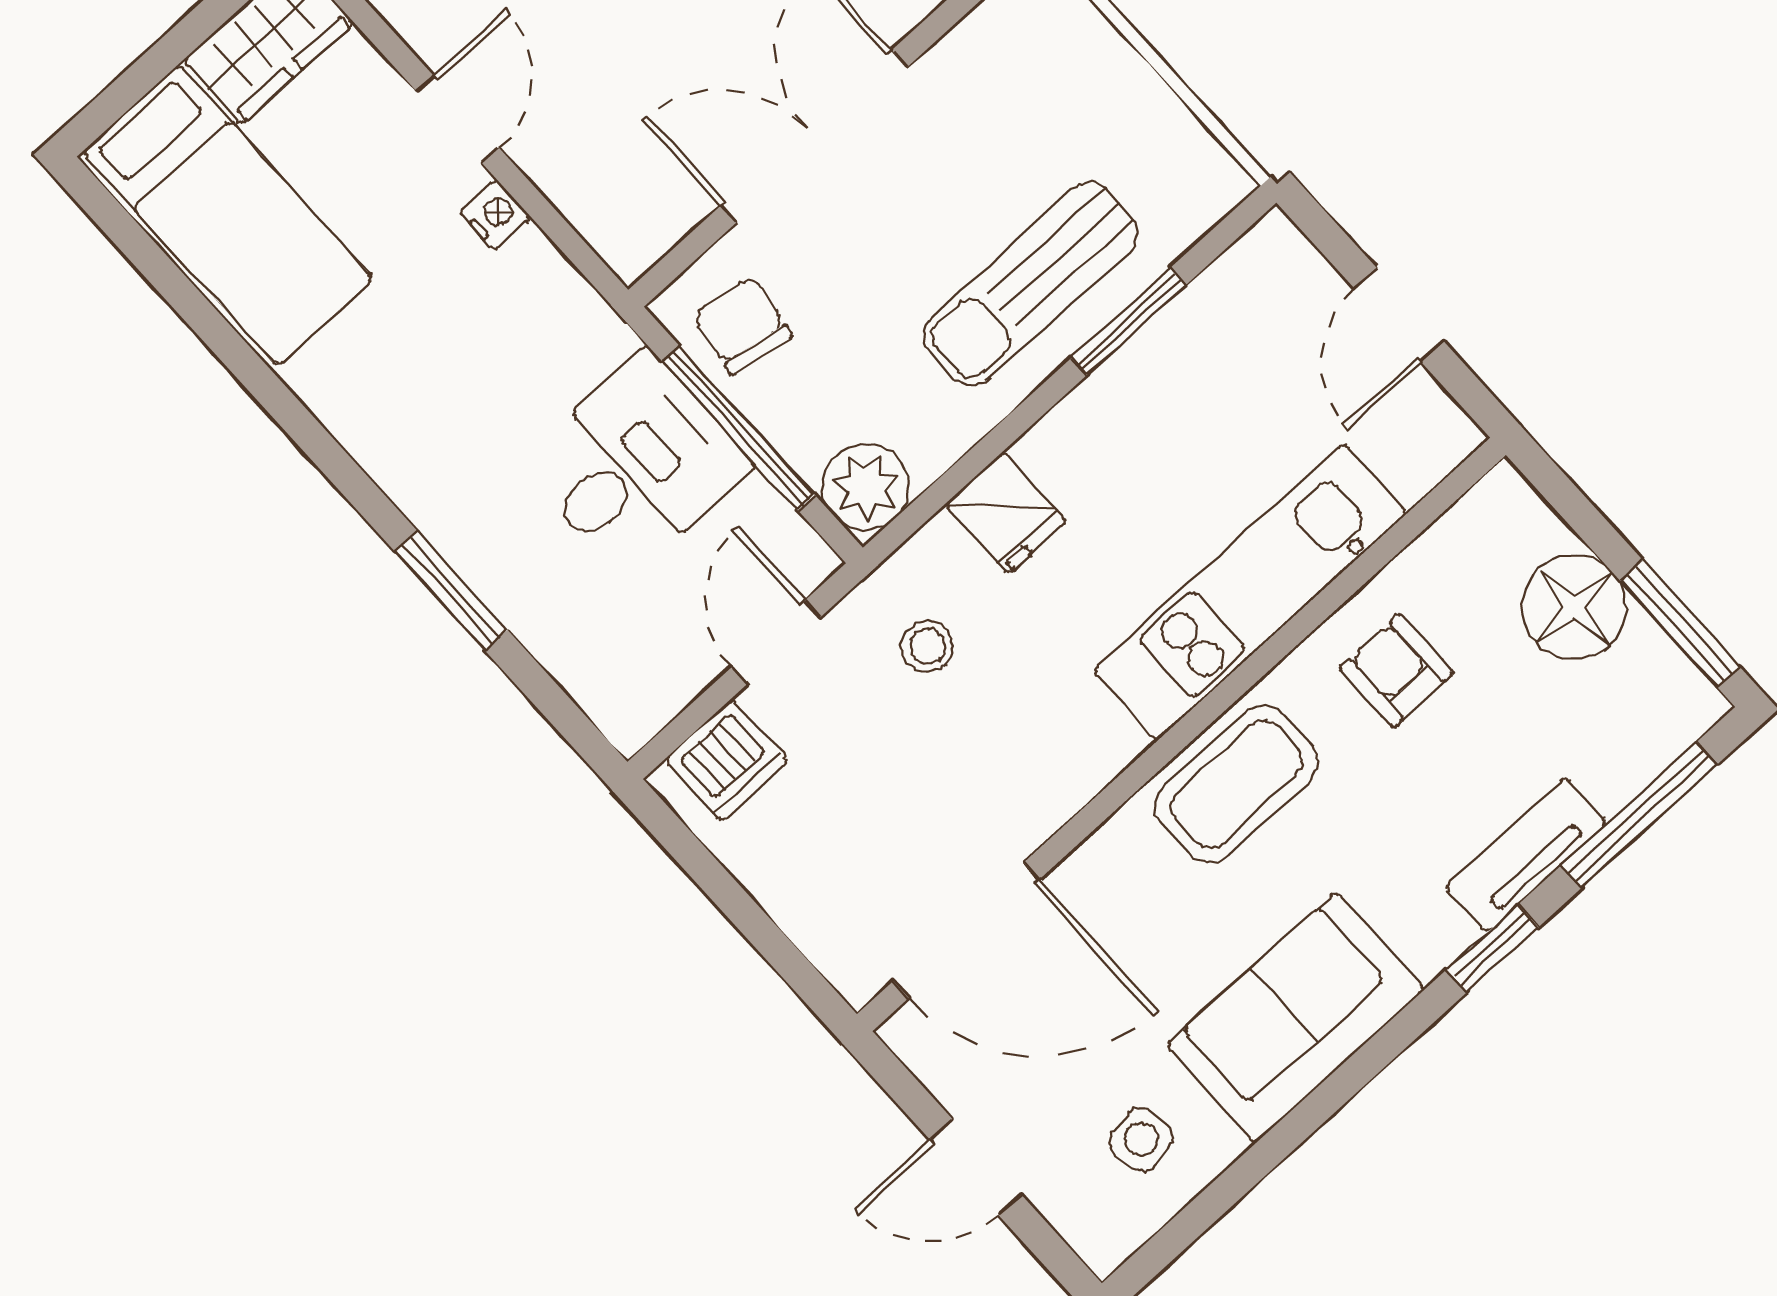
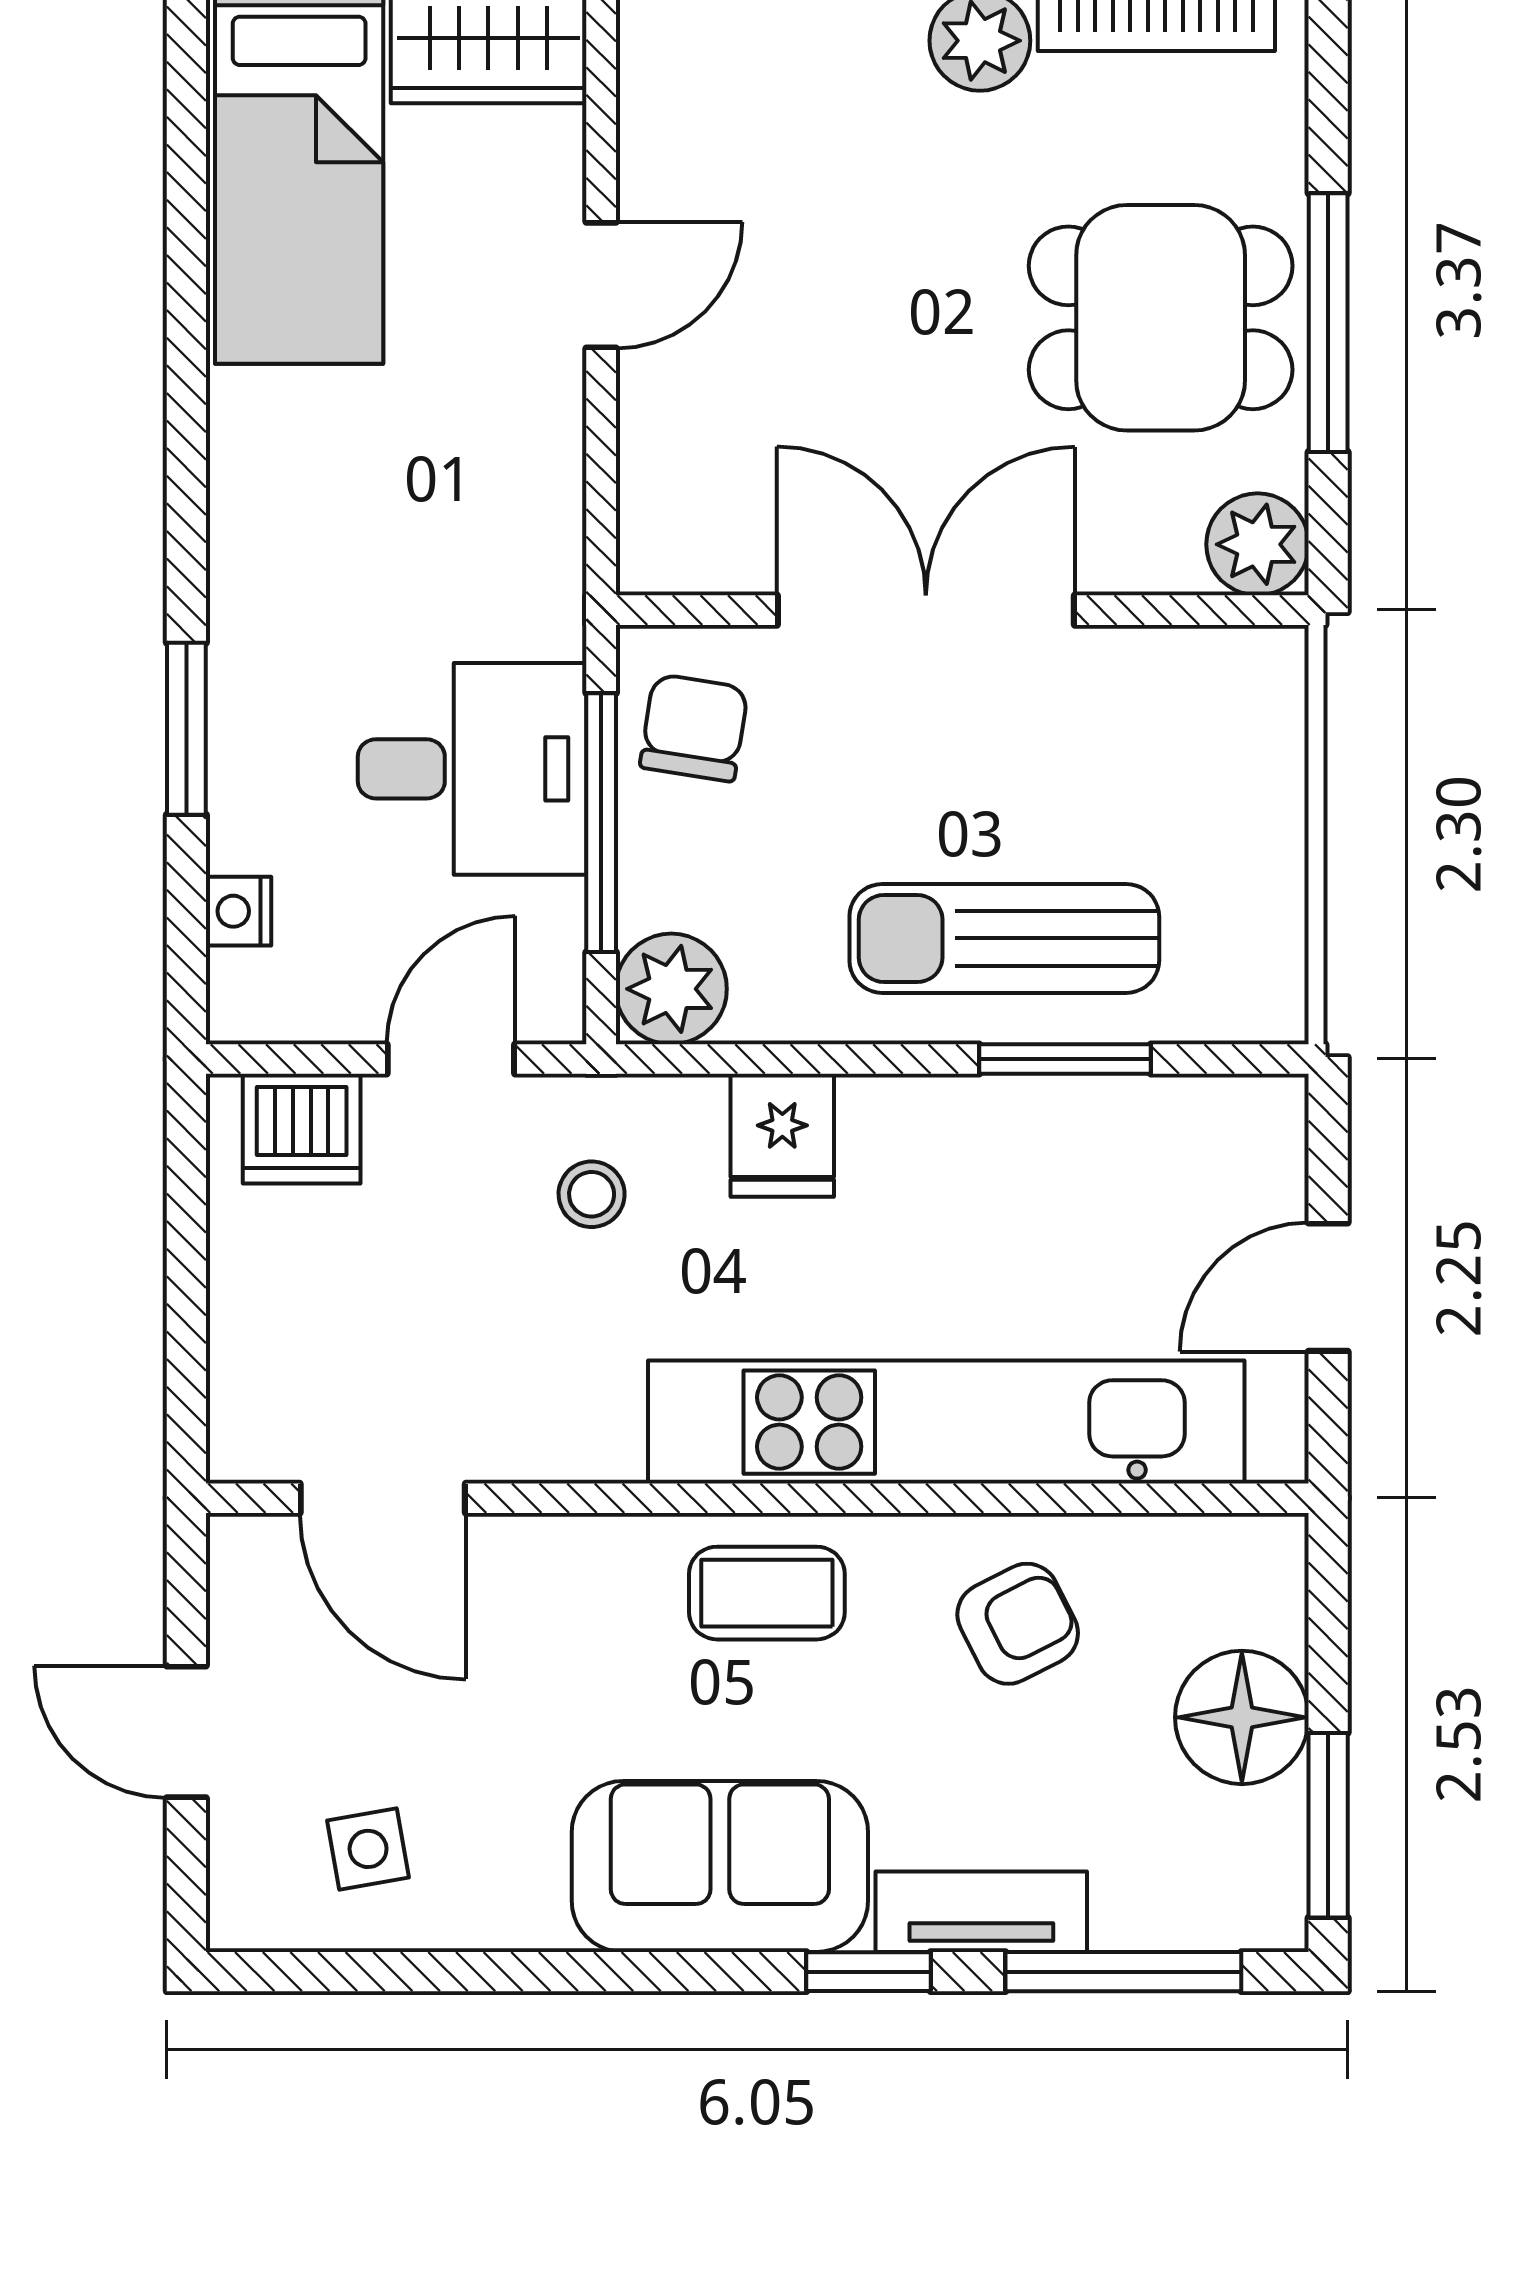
nightstand: (495, 215) -> (238, 911), moved, turned 180
kitchen unit: (1250, 592) -> (946, 1422), width x1.36
armchair: (1397, 671) -> (1018, 1624), turned 63
coffee table: (1236, 784) -> (767, 1593), width x0.73, depth x0.77
door: (966, 930) -> (383, 1498), width x0.73
sofa: (1295, 1018) -> (720, 1866), moved

